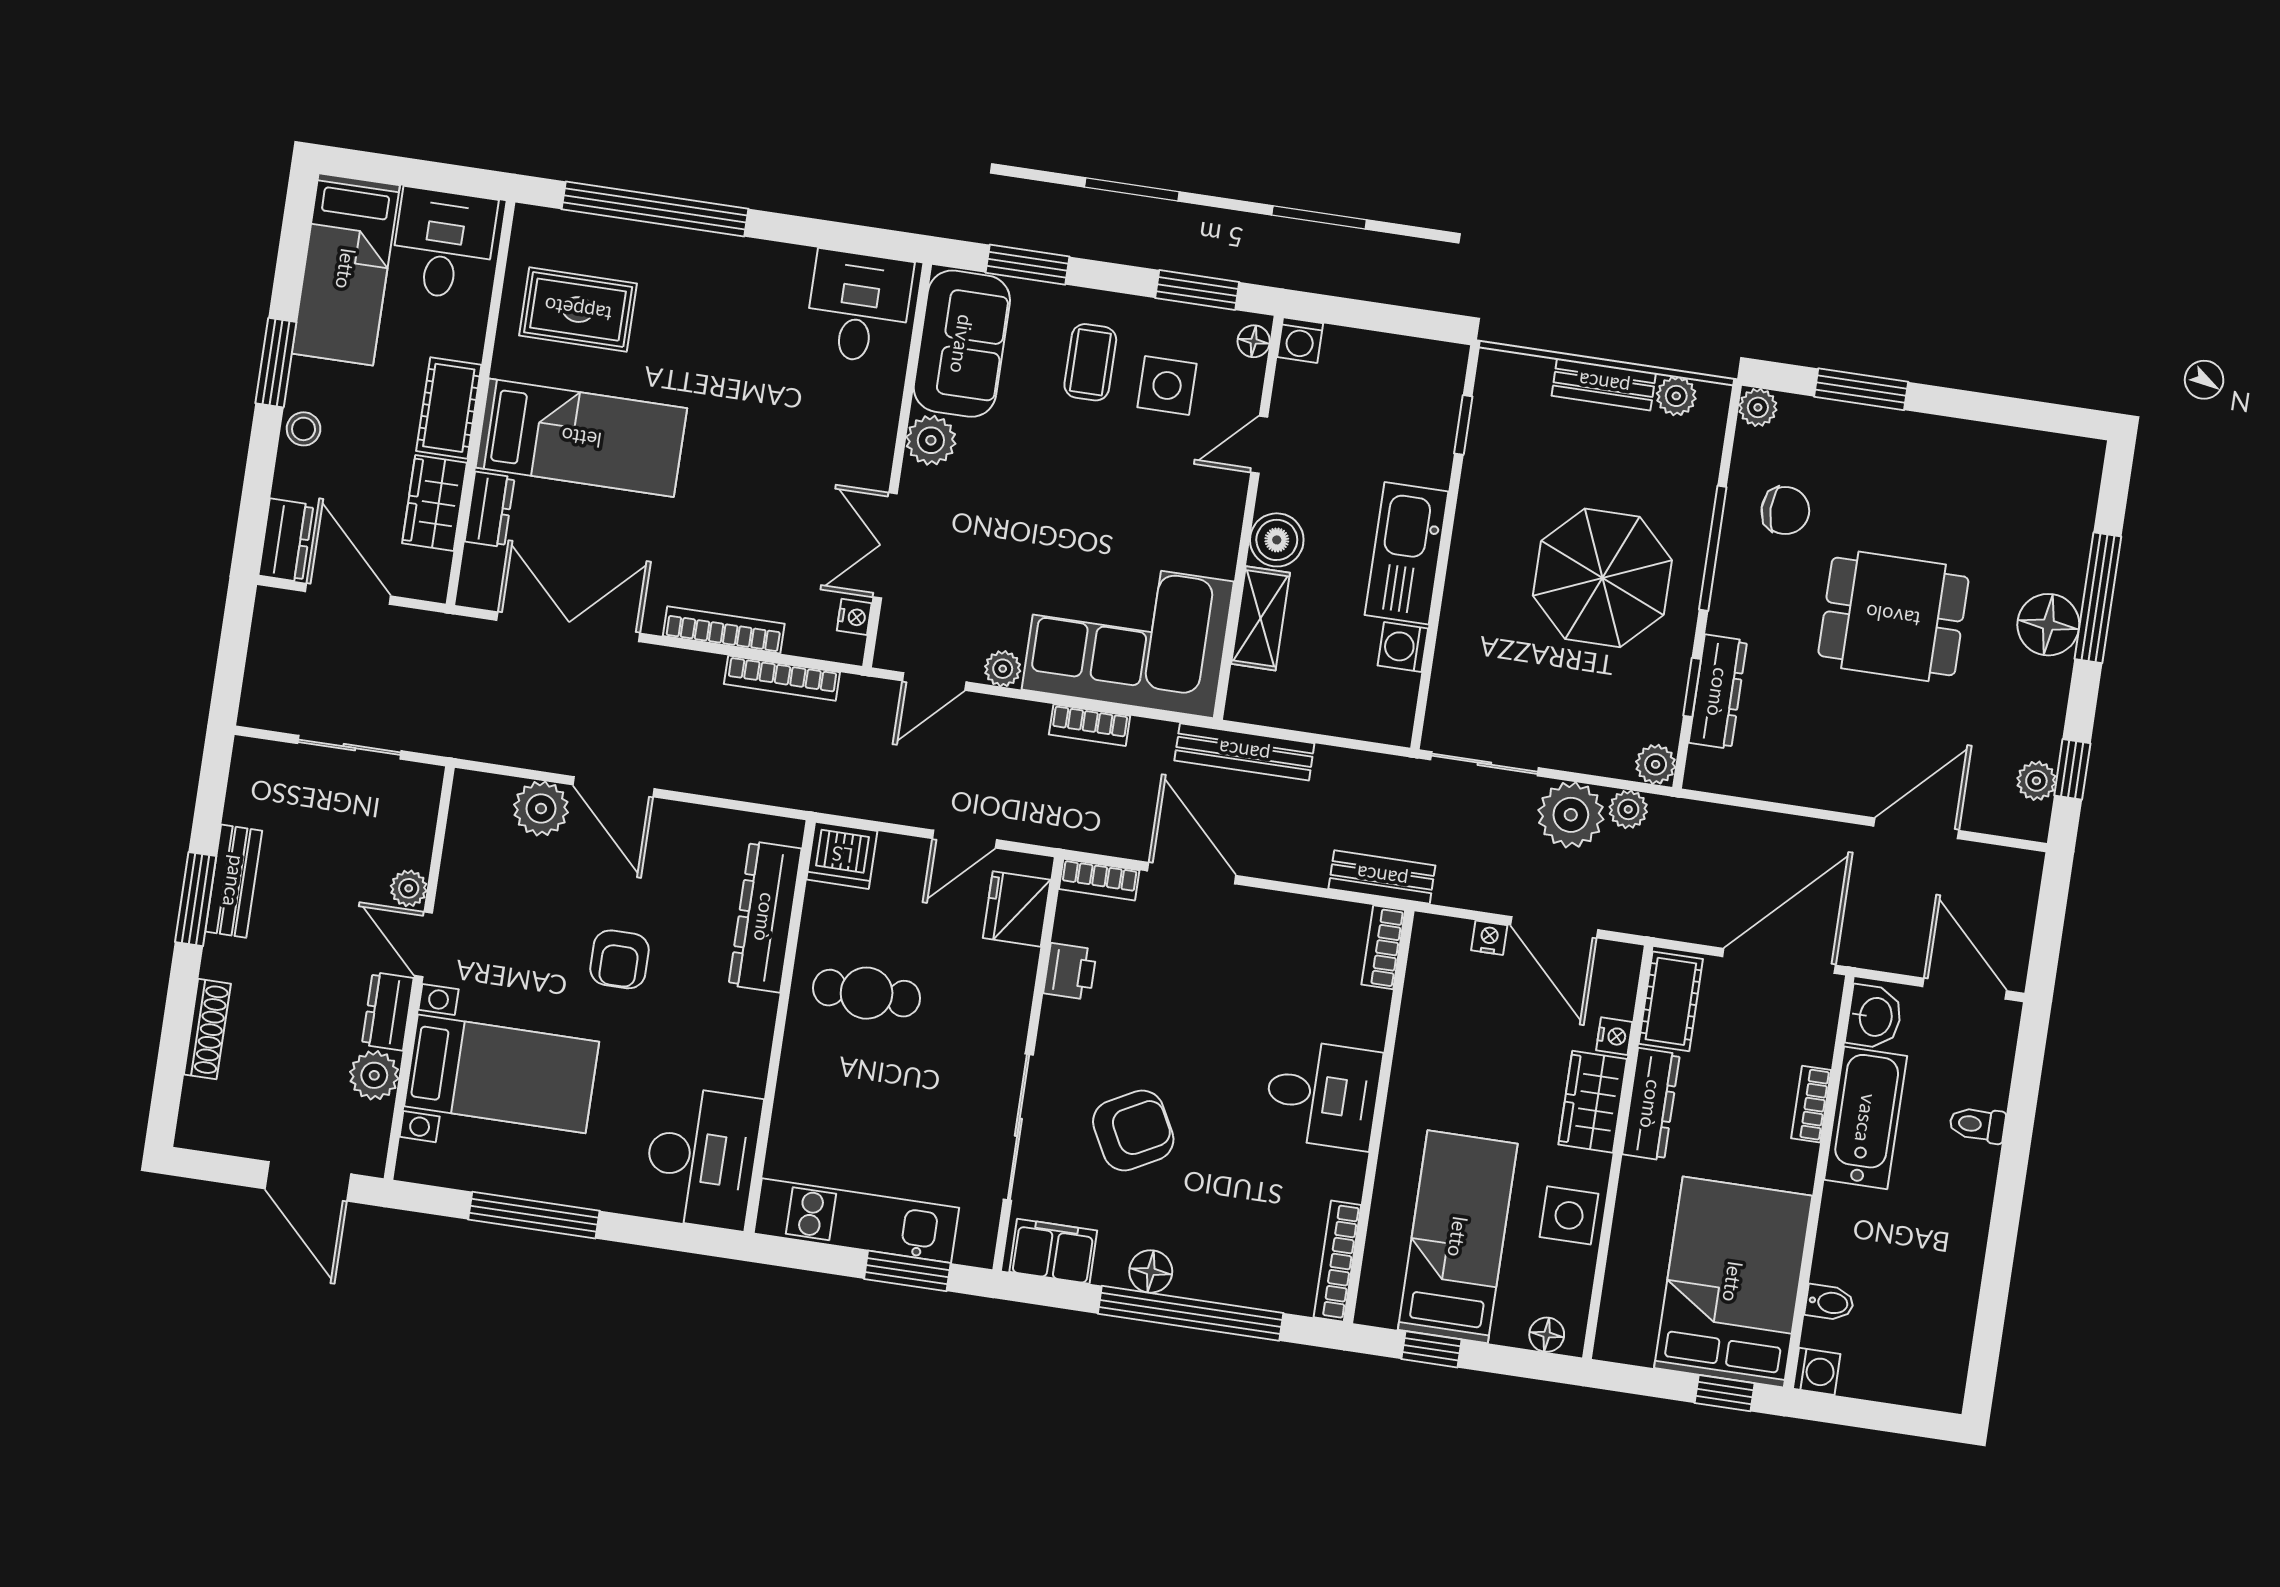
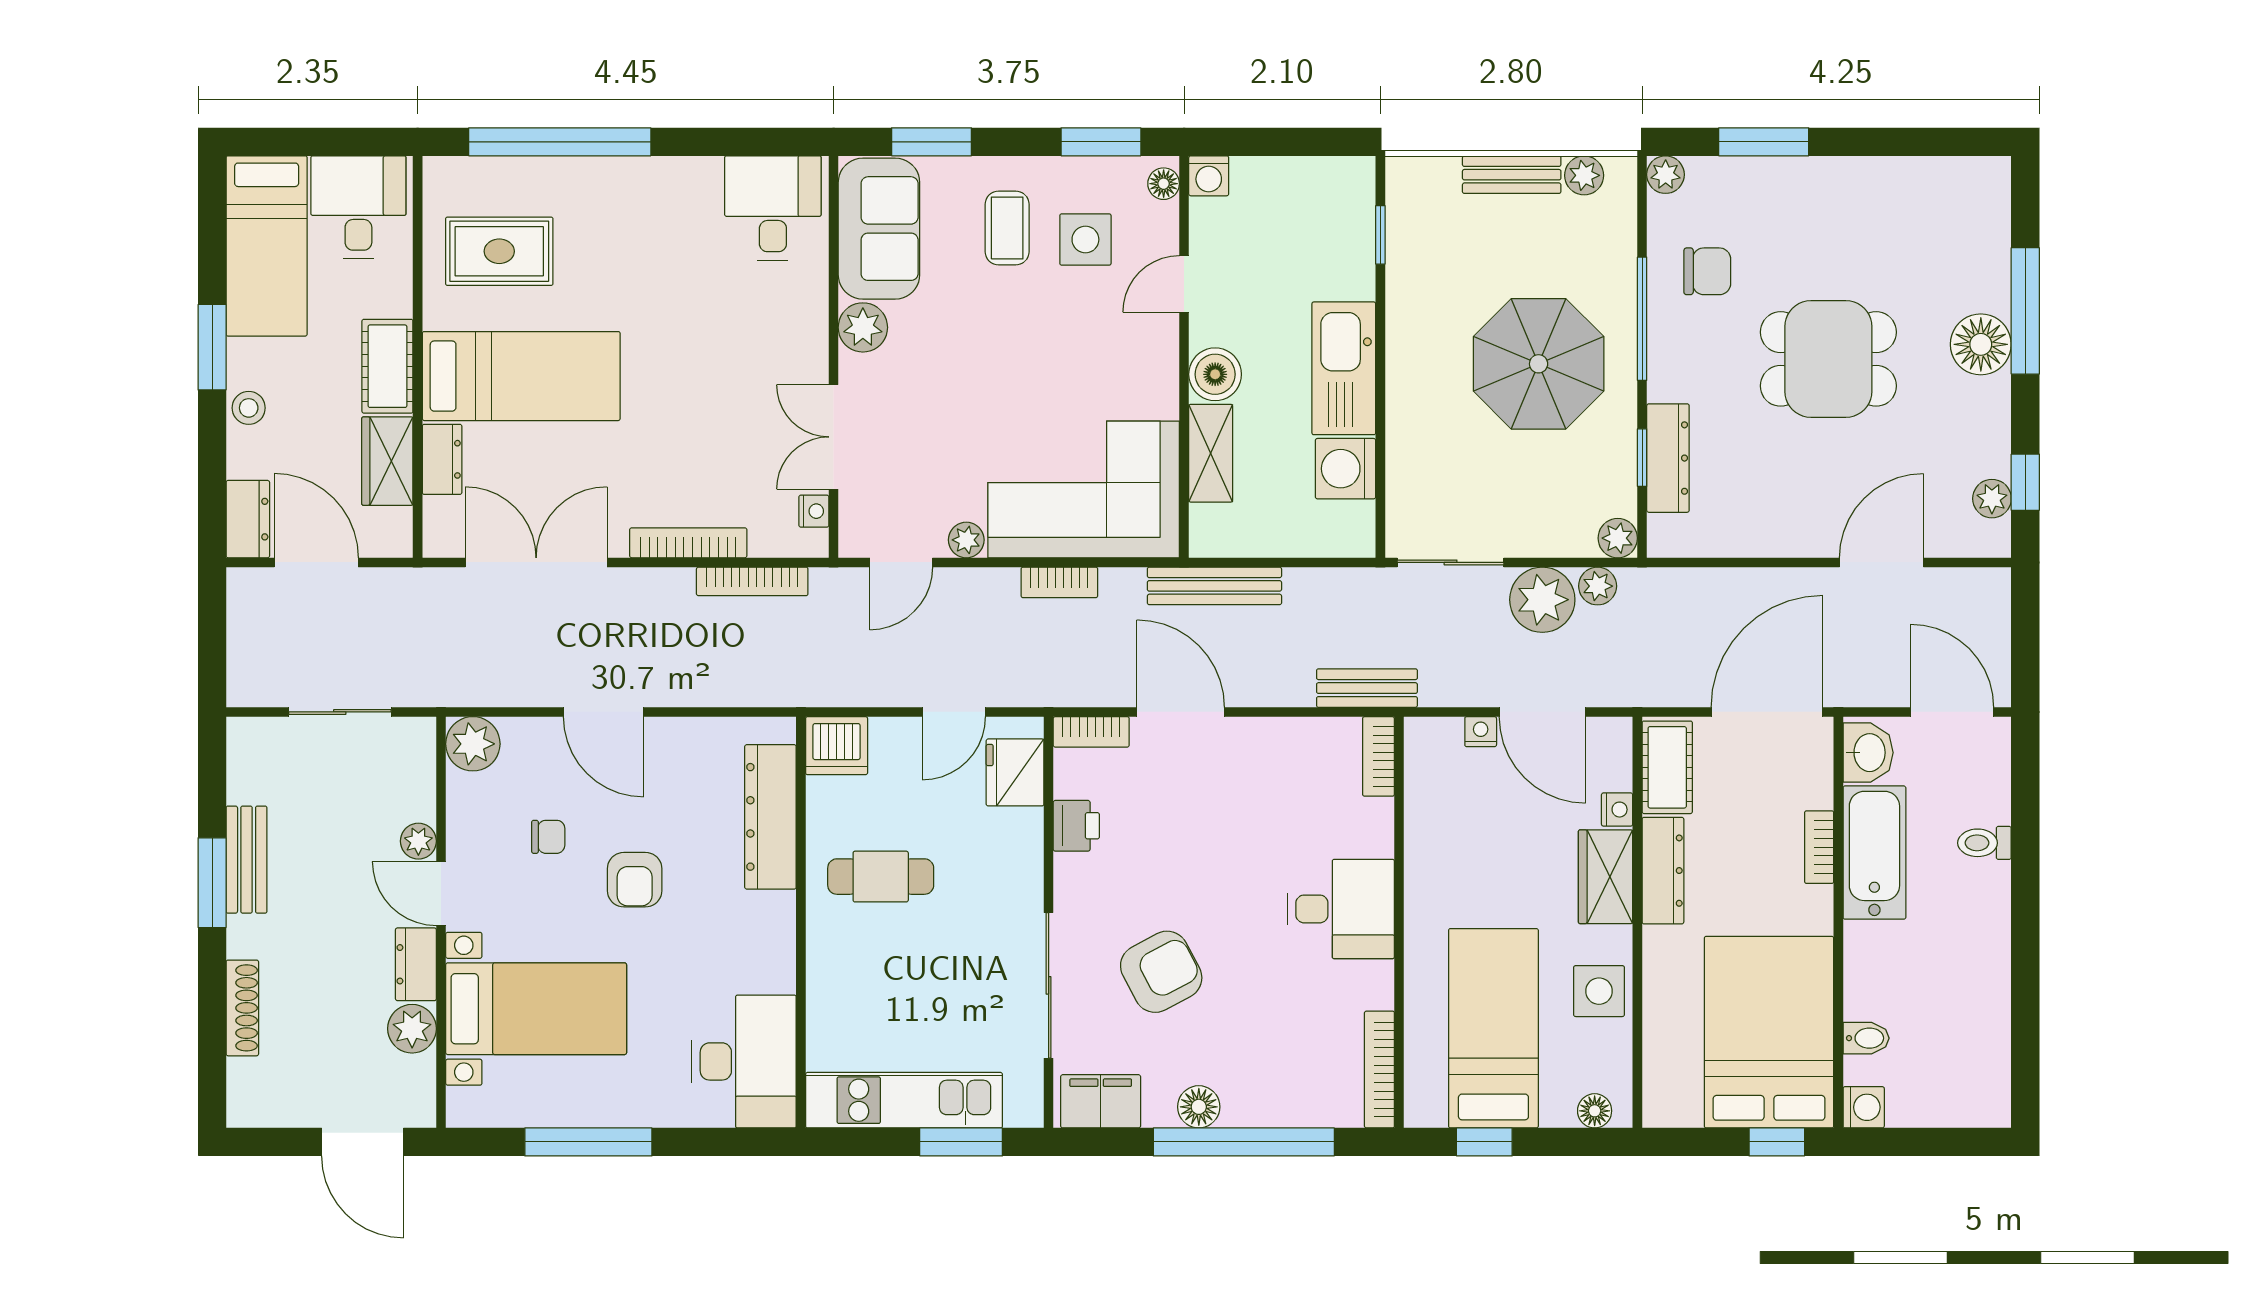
washing machine: (1403, 647) -> (1346, 469), width x1.38, depth x1.38
plant: (541, 808) -> (473, 744), moved
chair: (539, 903) -> (548, 837), added

